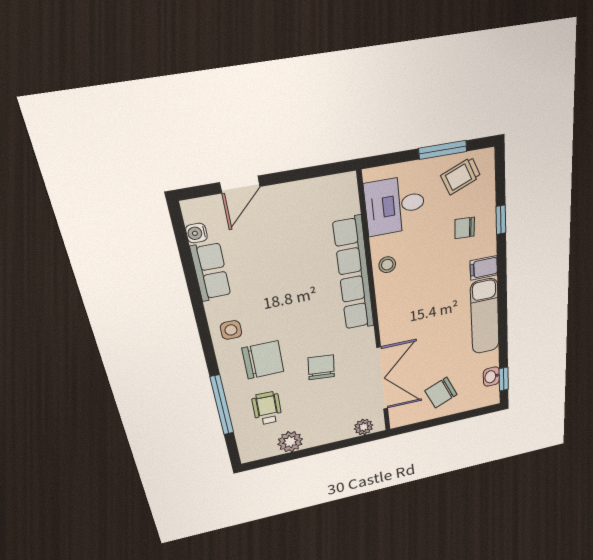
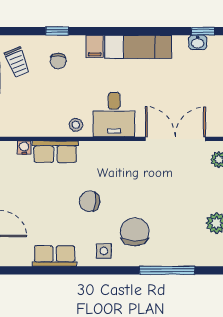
desk: (395, 205) -> (114, 115), moved
water cooler: (196, 233) -> (24, 148), moved, turned 180
row of seats: (354, 275) -> (55, 152), width x0.50
chair: (321, 367) -> (90, 201), moved
chair: (441, 393) -> (202, 89), removed
wheelchair: (267, 408) -> (179, 236), removed

